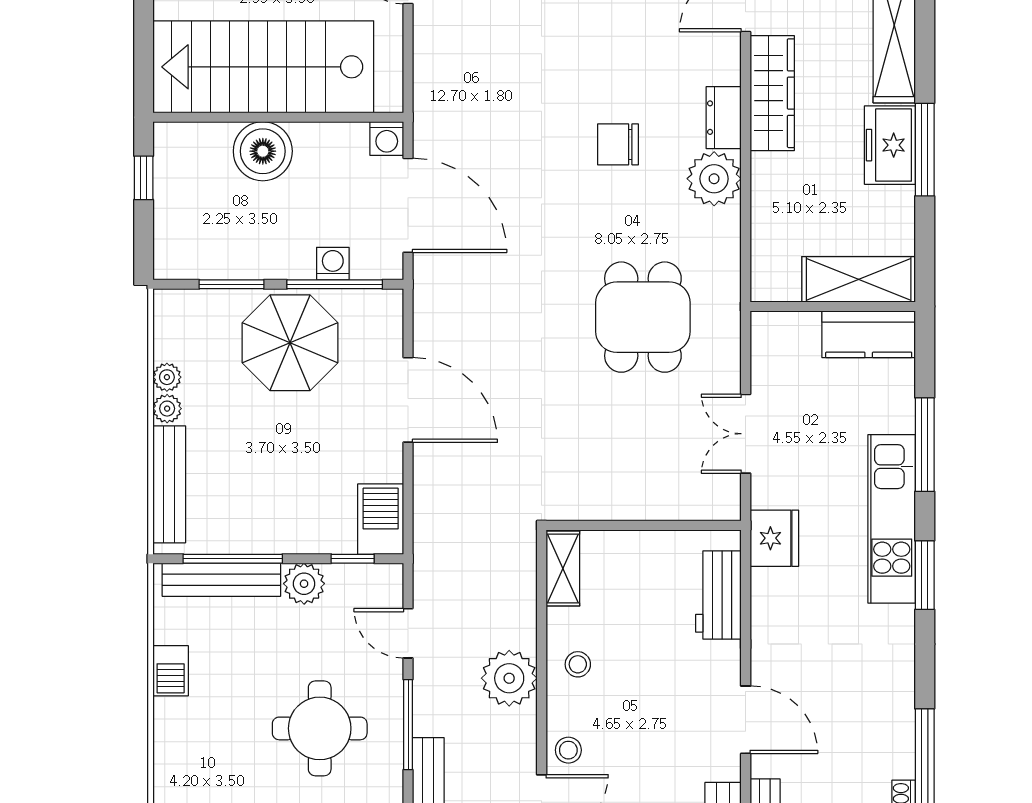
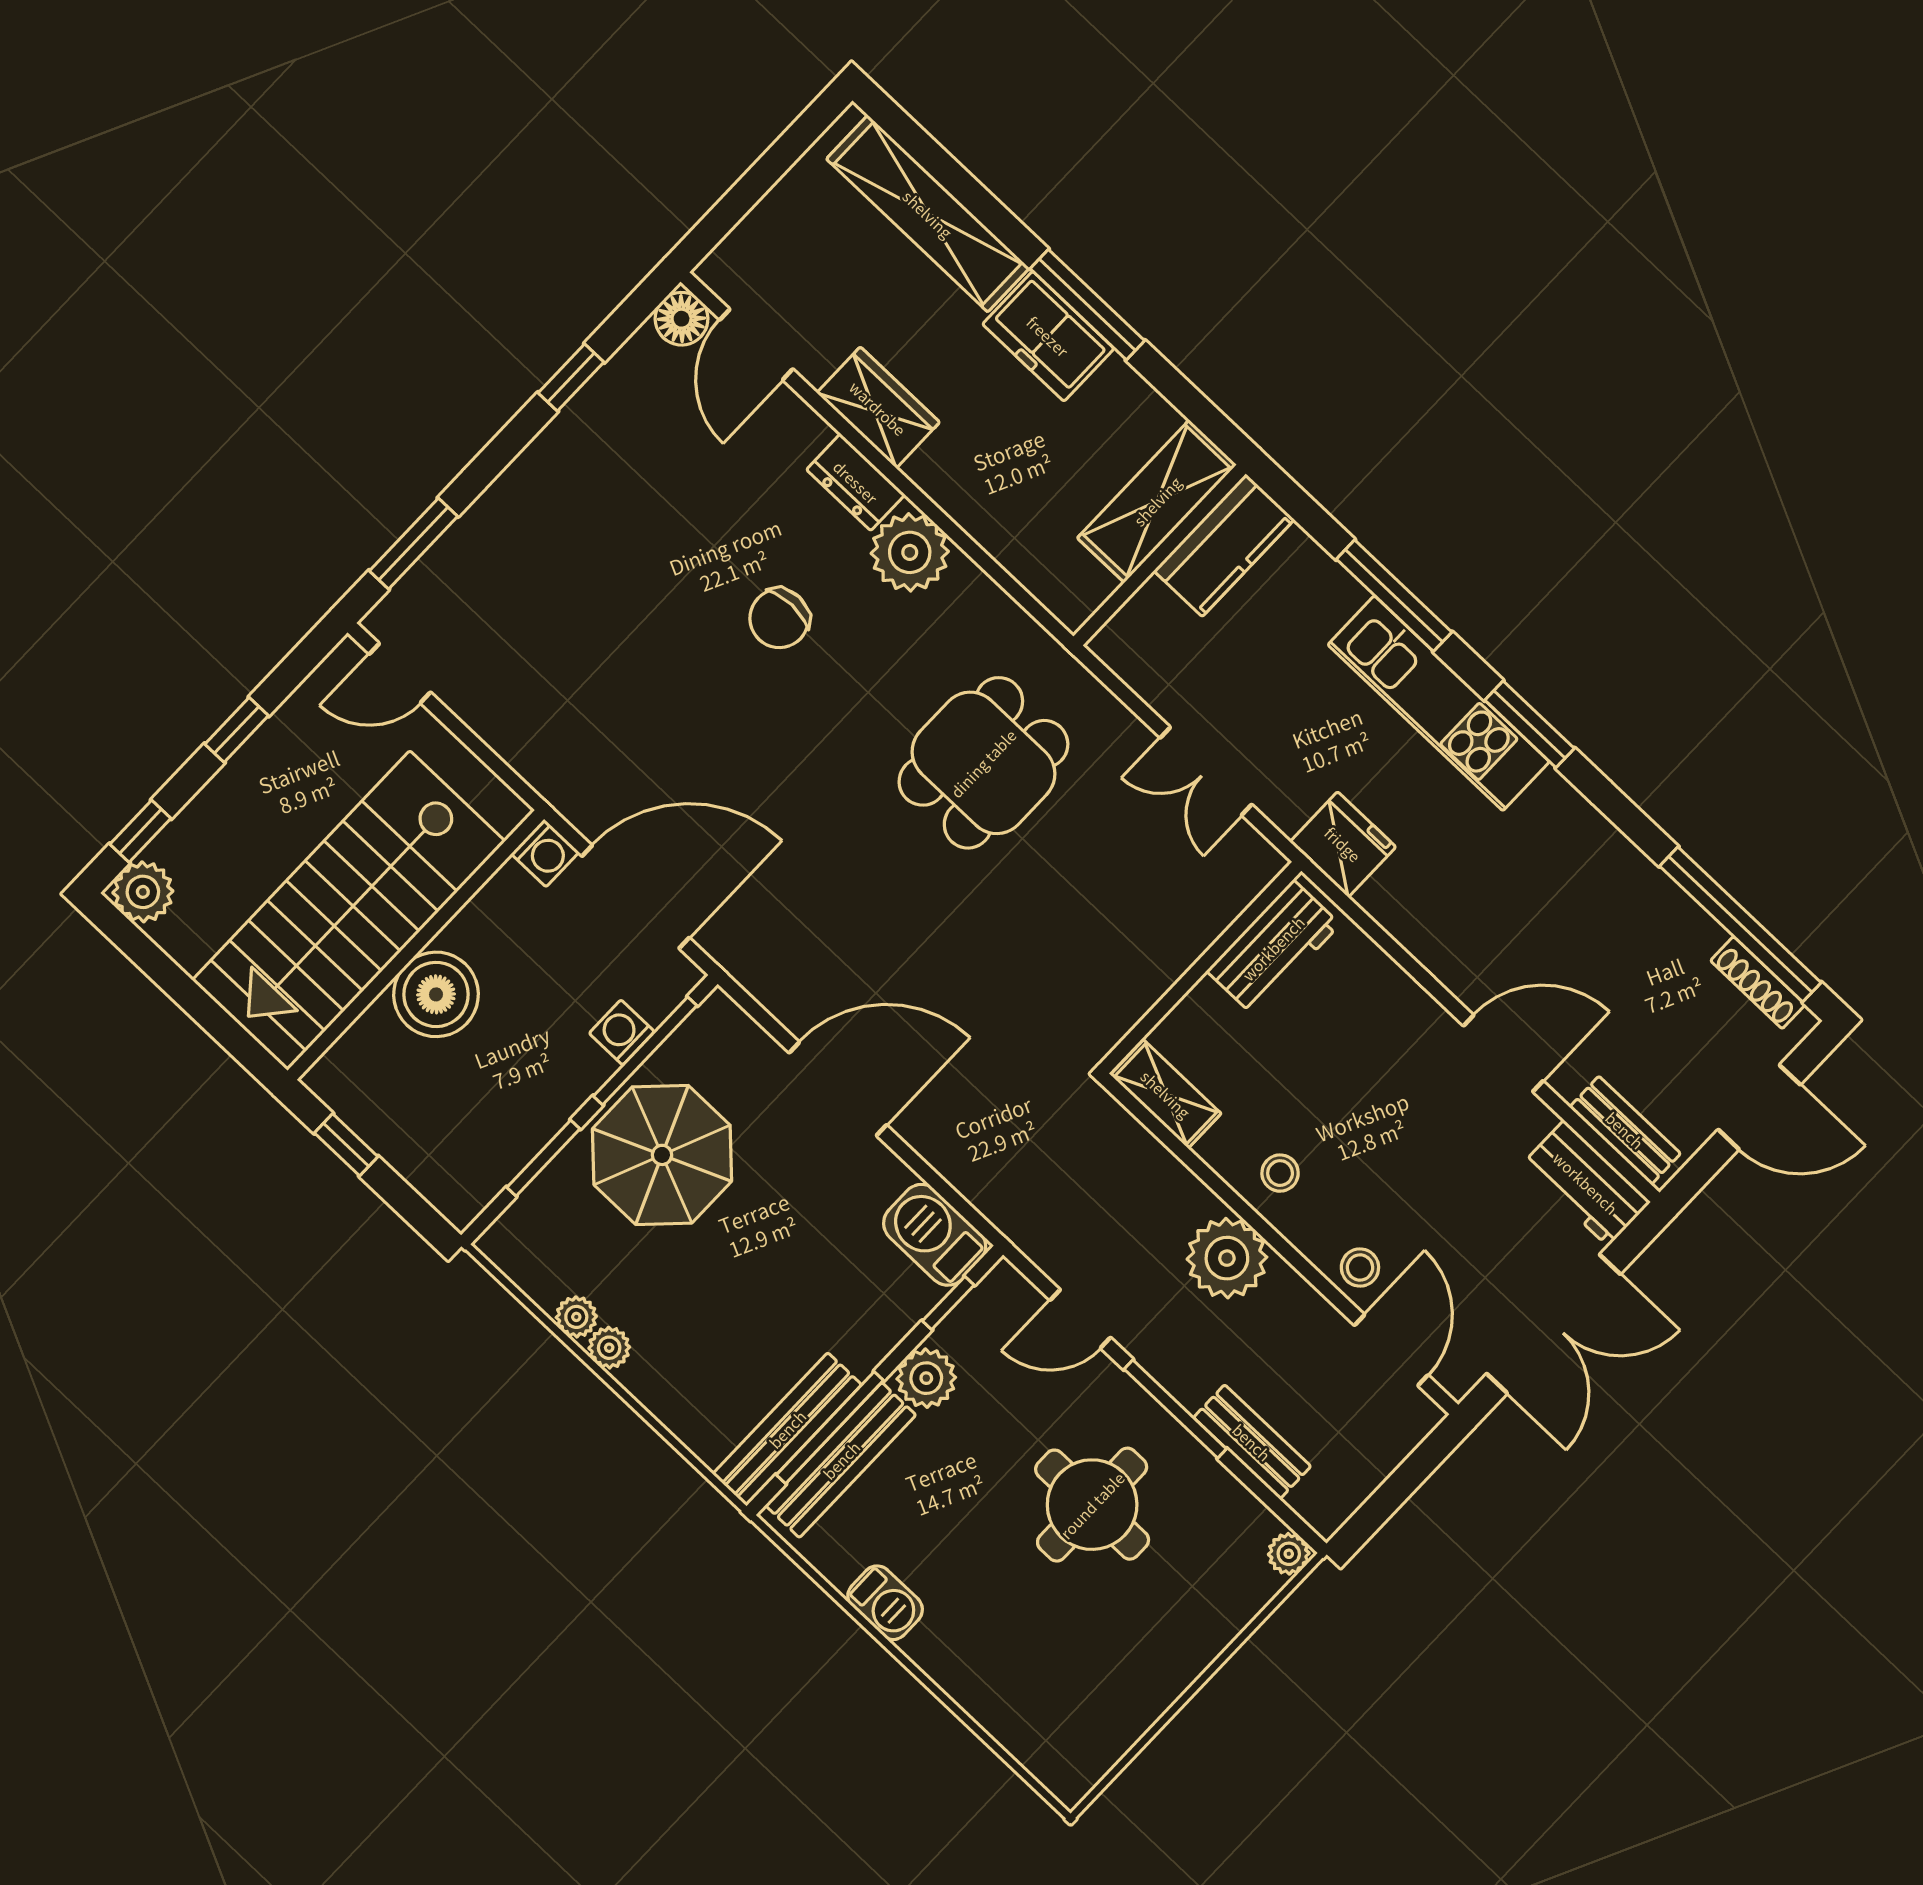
wardrobe: (772, 93) -> (878, 408), width x0.67
dining table: (643, 317) -> (983, 763), turned 90
bench: (169, 484) -> (787, 1429), moved, turned 90
workbench: (718, 595) -> (1273, 948), moved, turned -90

